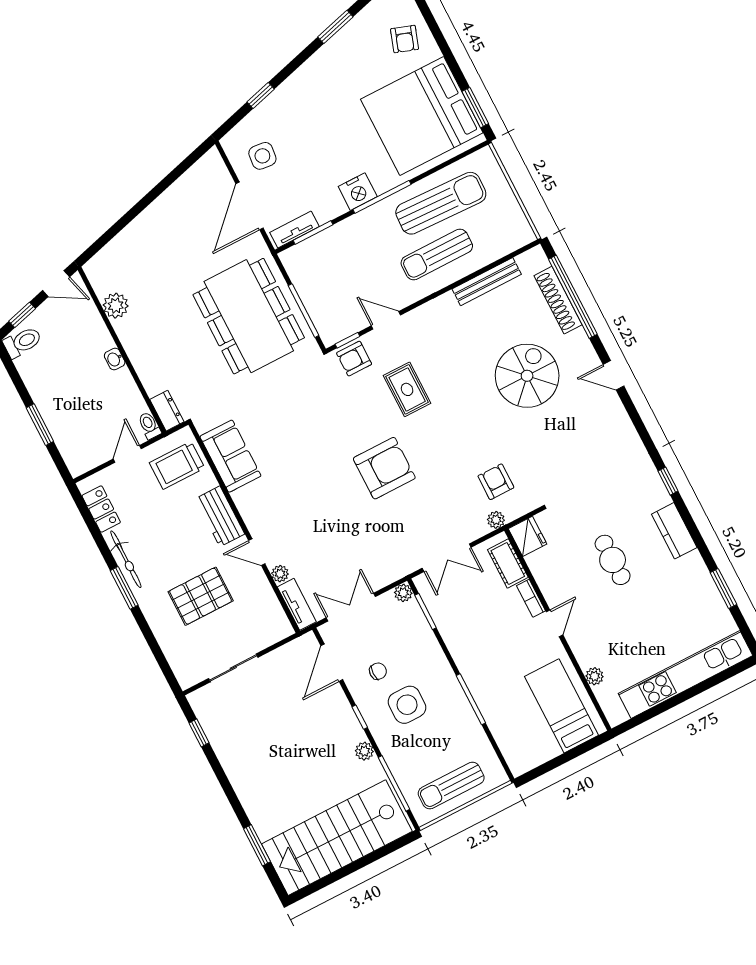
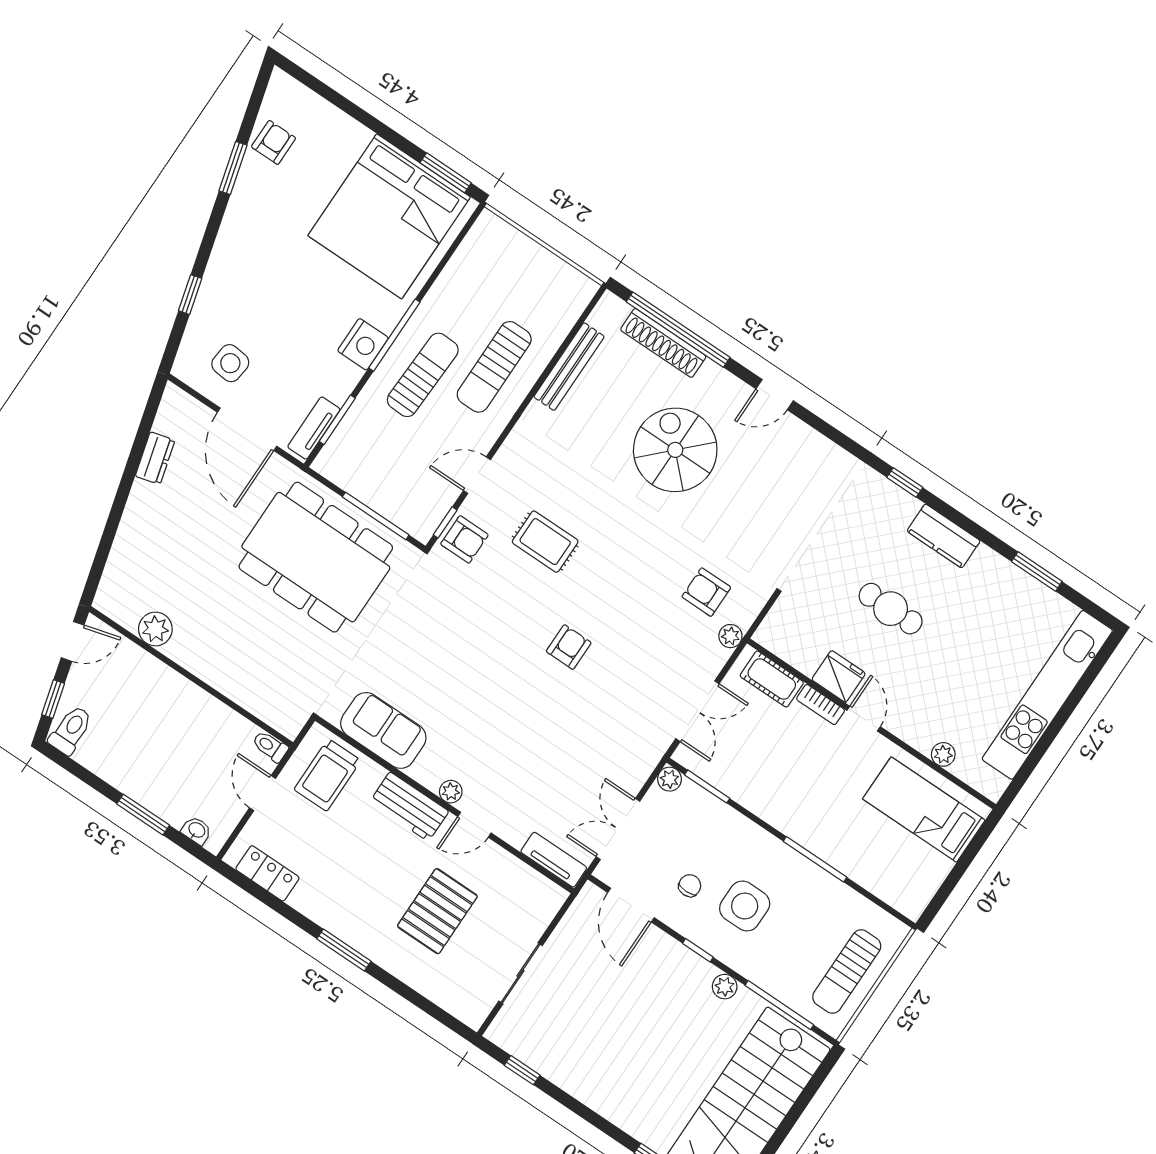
armchair: (405, 39) -> (274, 142), moved, turned -109
sun lounger: (441, 203) -> (423, 375), moved, width x0.73, depth x0.75
washbasin: (115, 359) -> (197, 830), moved, turned 180
armchair: (354, 359) -> (464, 539), turned -90
dresser: (167, 411) -> (155, 458), moved, turned 75
armchair: (384, 468) -> (569, 647), width x0.53, depth x0.53
fridge: (528, 536) -> (839, 676), moved
bicycle: (126, 559) -> (328, 916), removed
plant: (280, 574) -> (451, 792), moved

